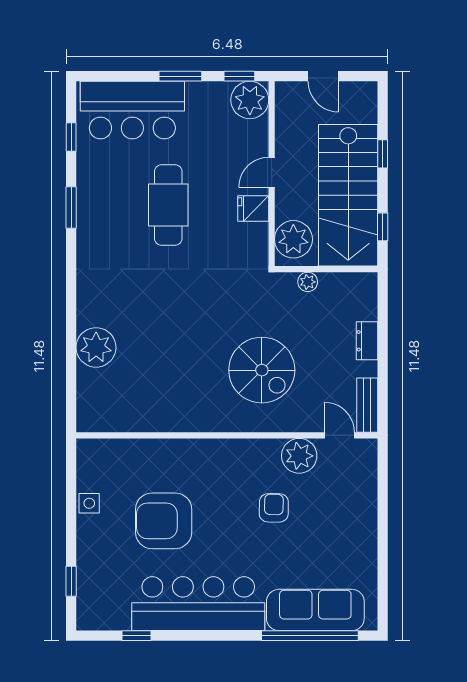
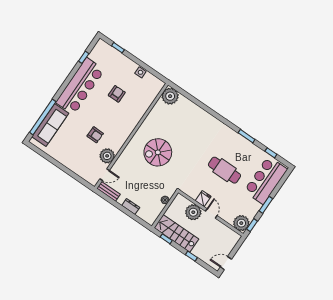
door: (323, 76) -> (226, 263), moved
stairs: (348, 195) -> (176, 233), width x0.73, depth x0.66
plant: (293, 239) -> (193, 212), moved
plant: (96, 347) -> (170, 96), moved
spiral stairs: (262, 370) -> (158, 152), moved
armchair: (164, 521) -> (117, 94), width x0.53, depth x0.53

